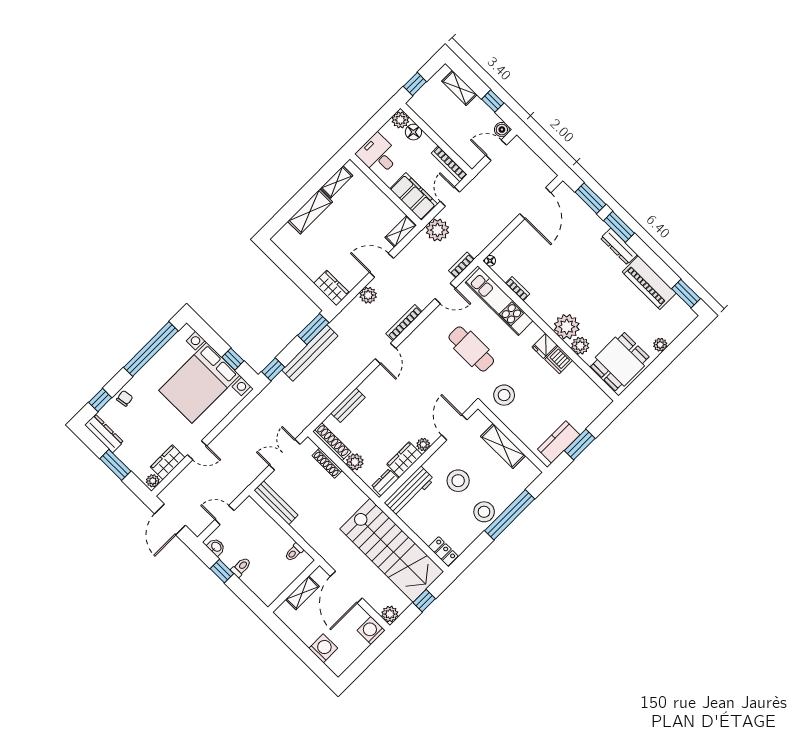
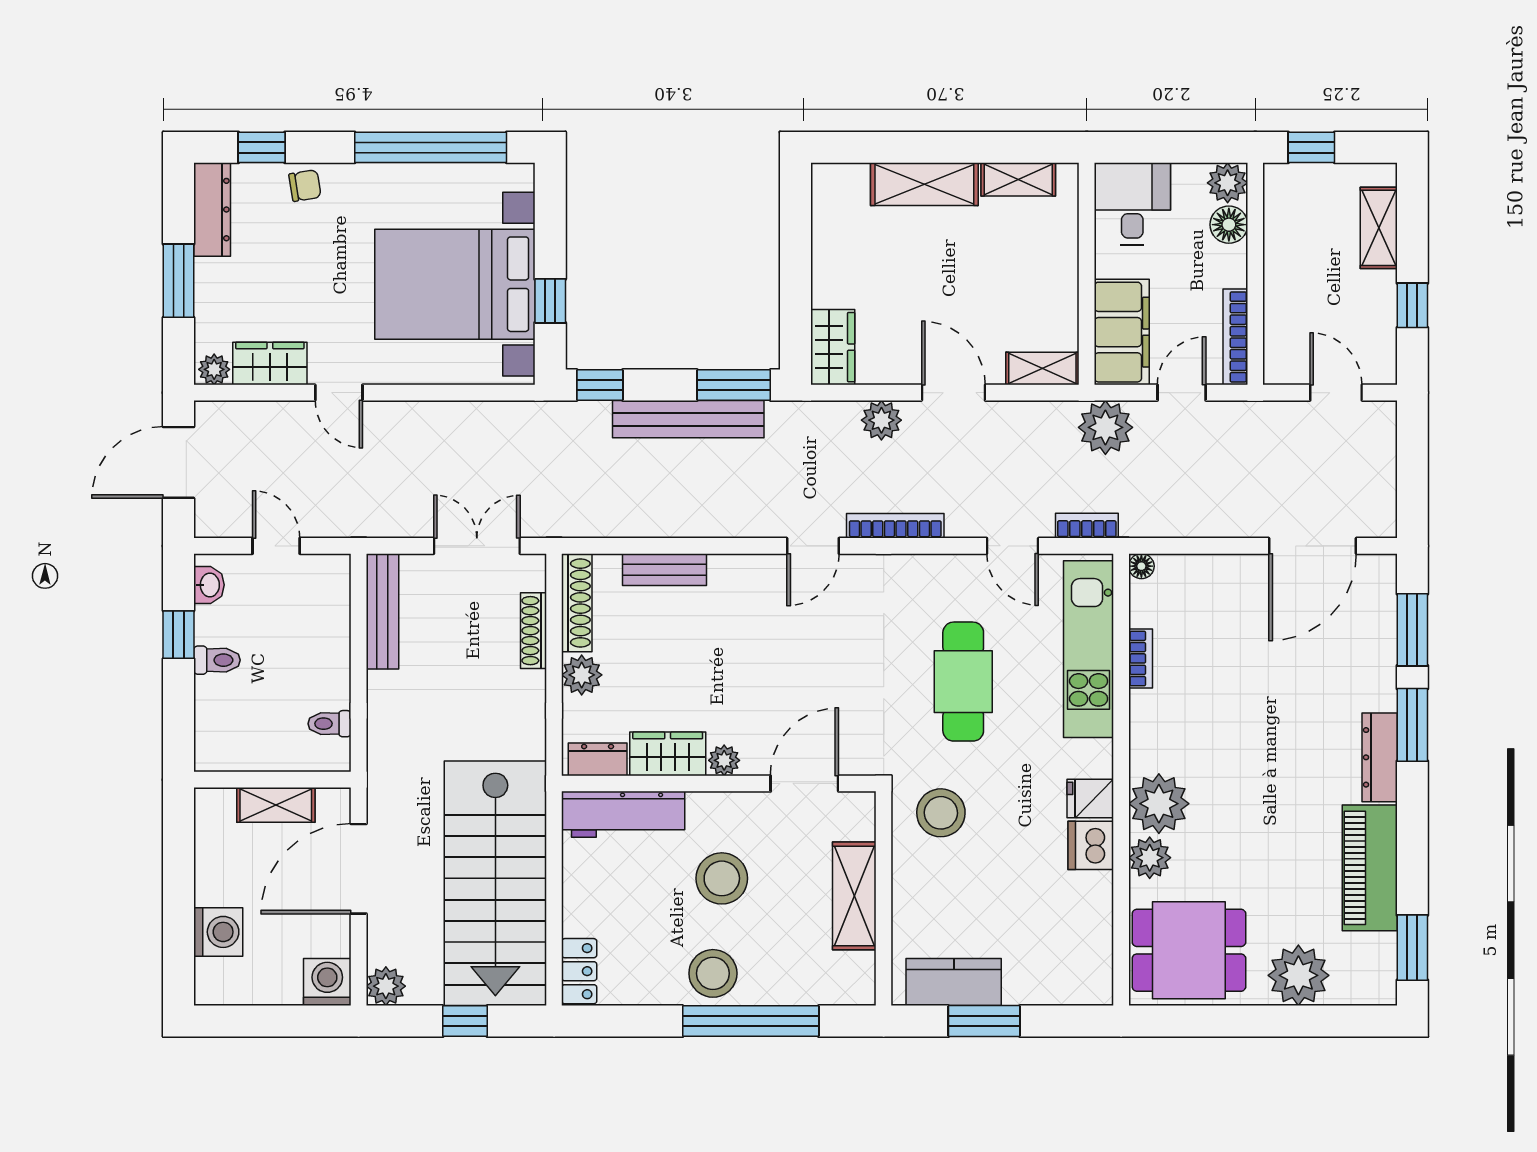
boiler: (502, 130) -> (1380, 368), removed
plant: (660, 345) -> (1298, 975), width x1.88, depth x1.88

